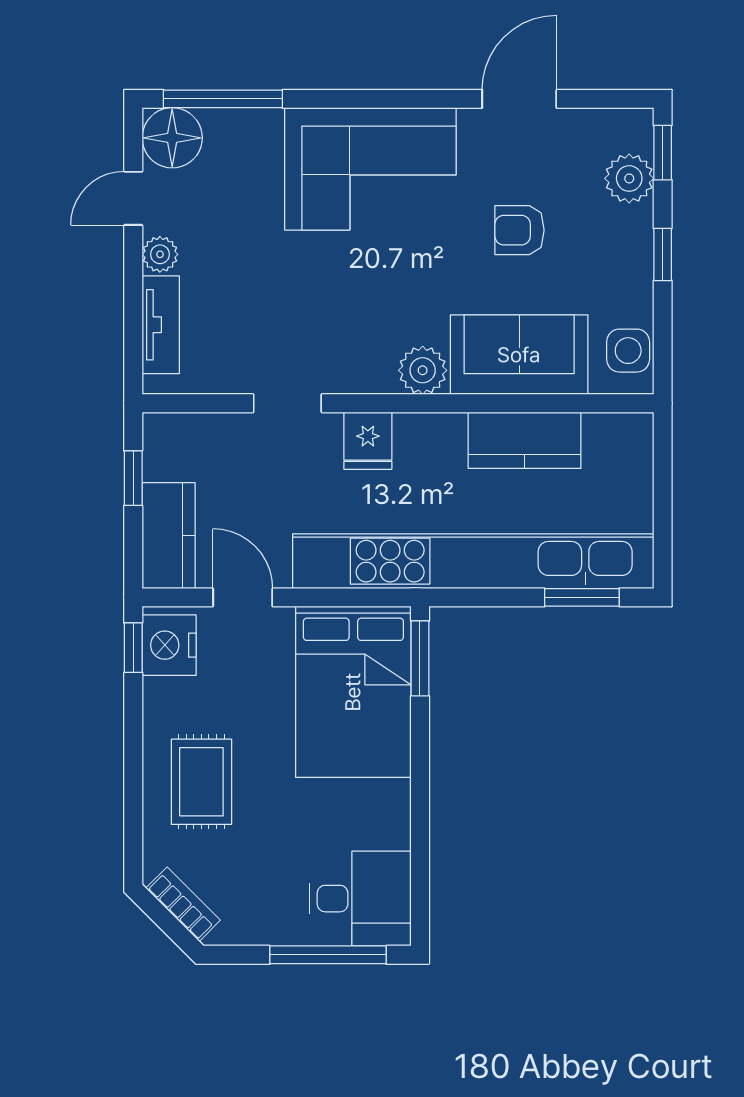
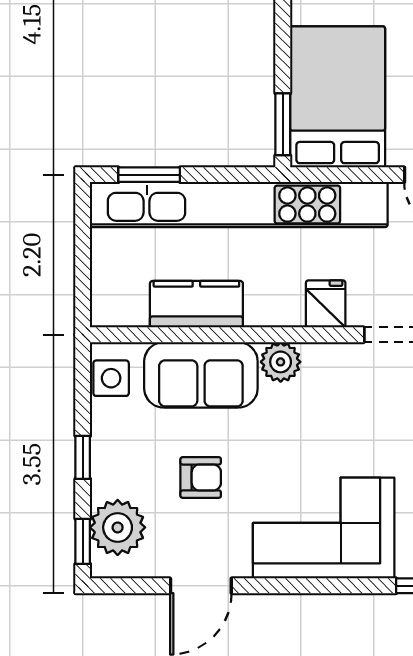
plant: (629, 178) -> (118, 527), width x1.36, depth x1.36

